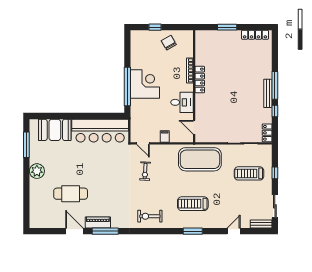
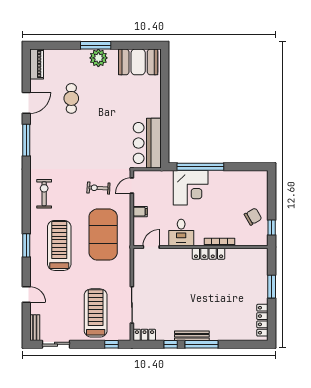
window: (155, 27) -> (272, 227), moved
corner desk: (145, 84) -> (191, 188), moved
booth: (55, 130) -> (138, 62), moved, turned 90
bar counter: (100, 131) -> (147, 143), width x0.73
window: (26, 145) -> (96, 45), moved
exercise mat: (200, 159) -> (103, 235), moved
treadmill: (249, 173) -> (96, 313), width x1.37, depth x1.38
window: (275, 173) -> (112, 344), moved
cafe table: (71, 194) -> (71, 98), width x0.73, depth x0.74
treadmill: (193, 204) -> (59, 245), width x1.37, depth x1.38
piano: (98, 223) -> (37, 64), moved

